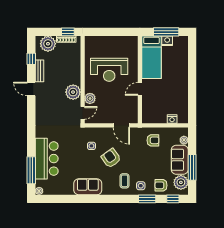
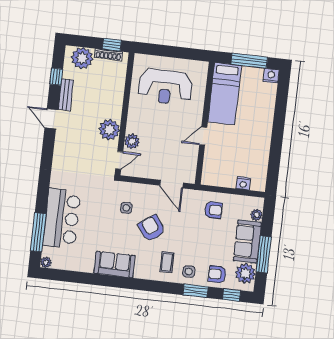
nightstand: (167, 41) -> (271, 76), moved
reception desk: (109, 70) -> (165, 87), moved

